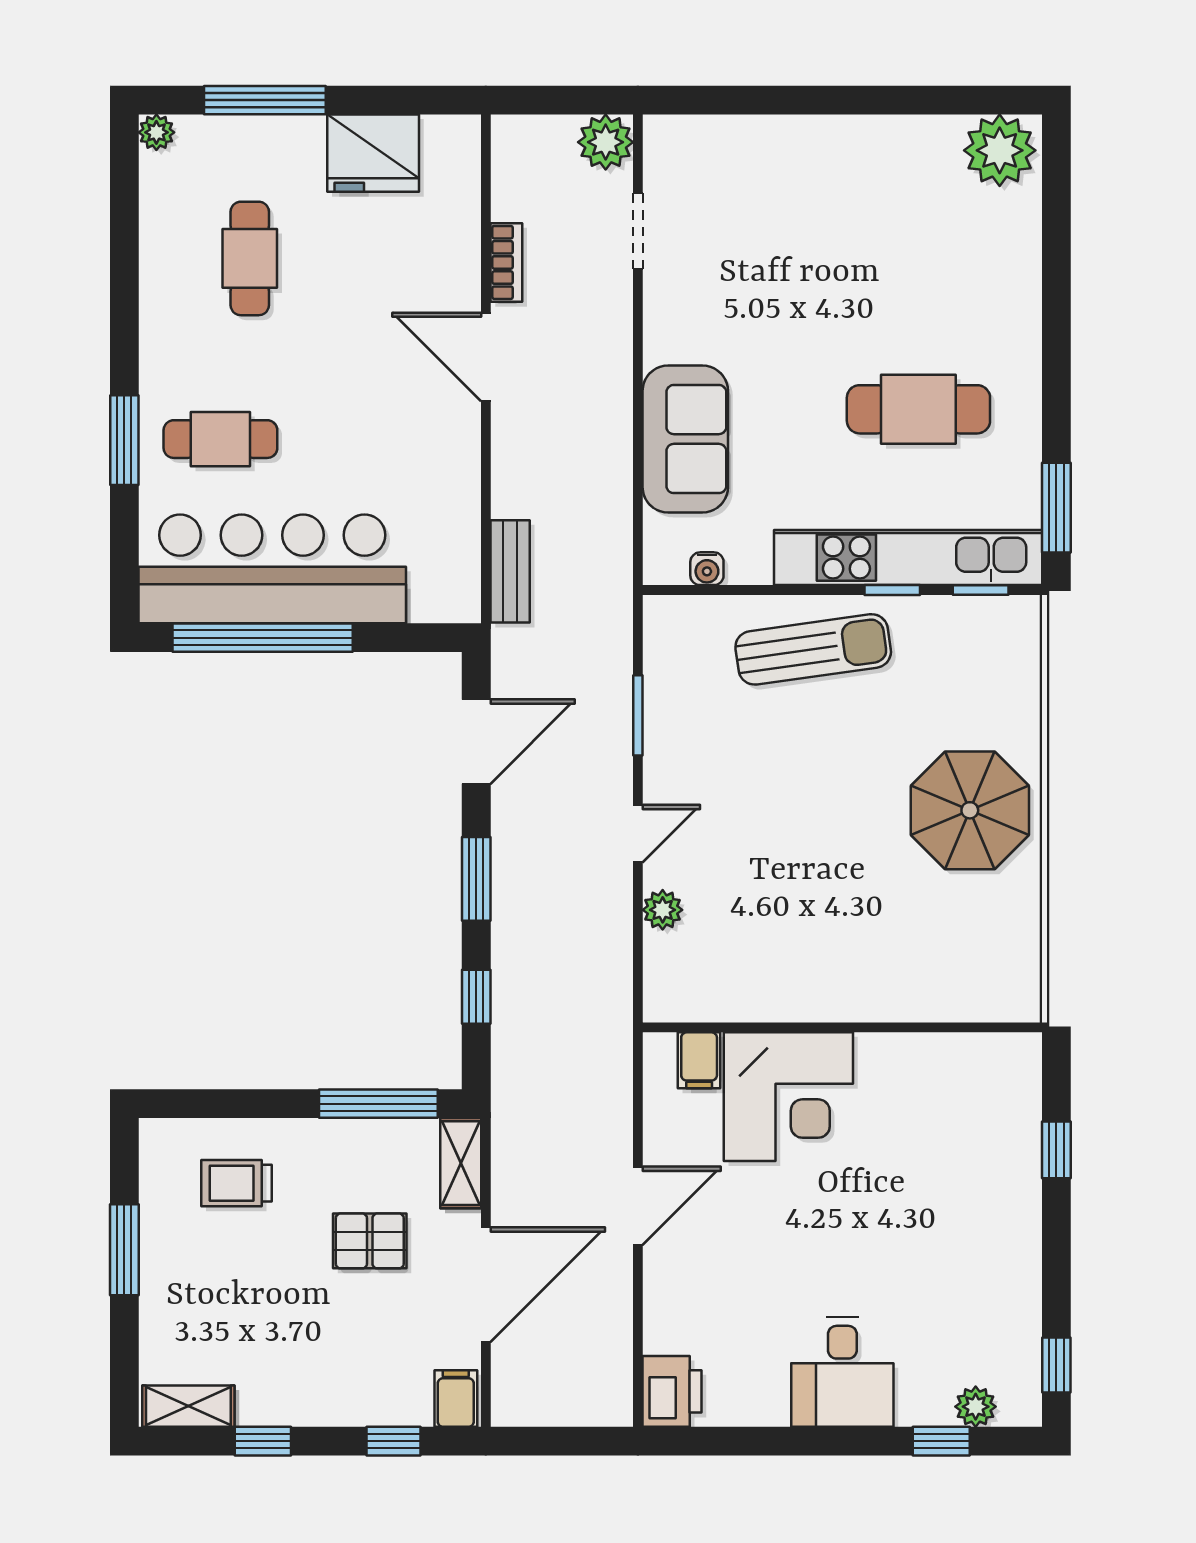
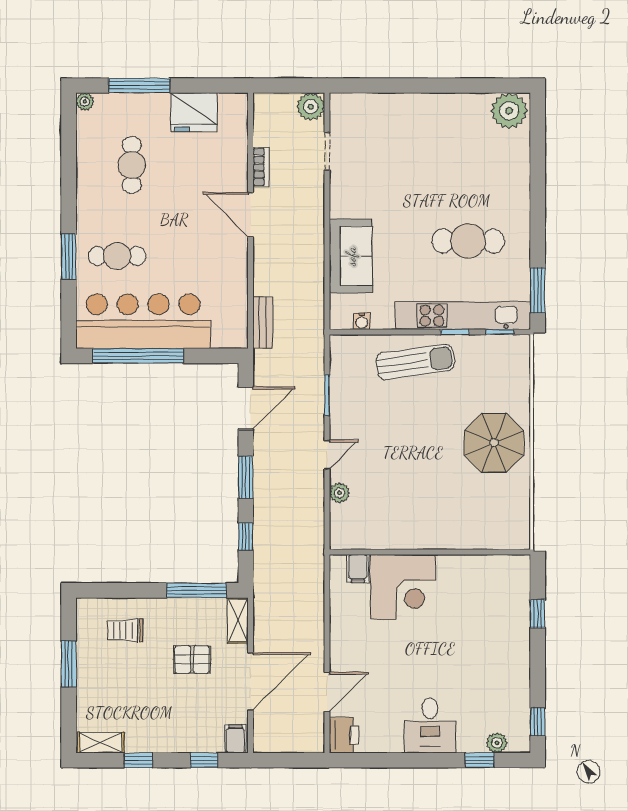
door: (638, 1206) -> (327, 692), moved

